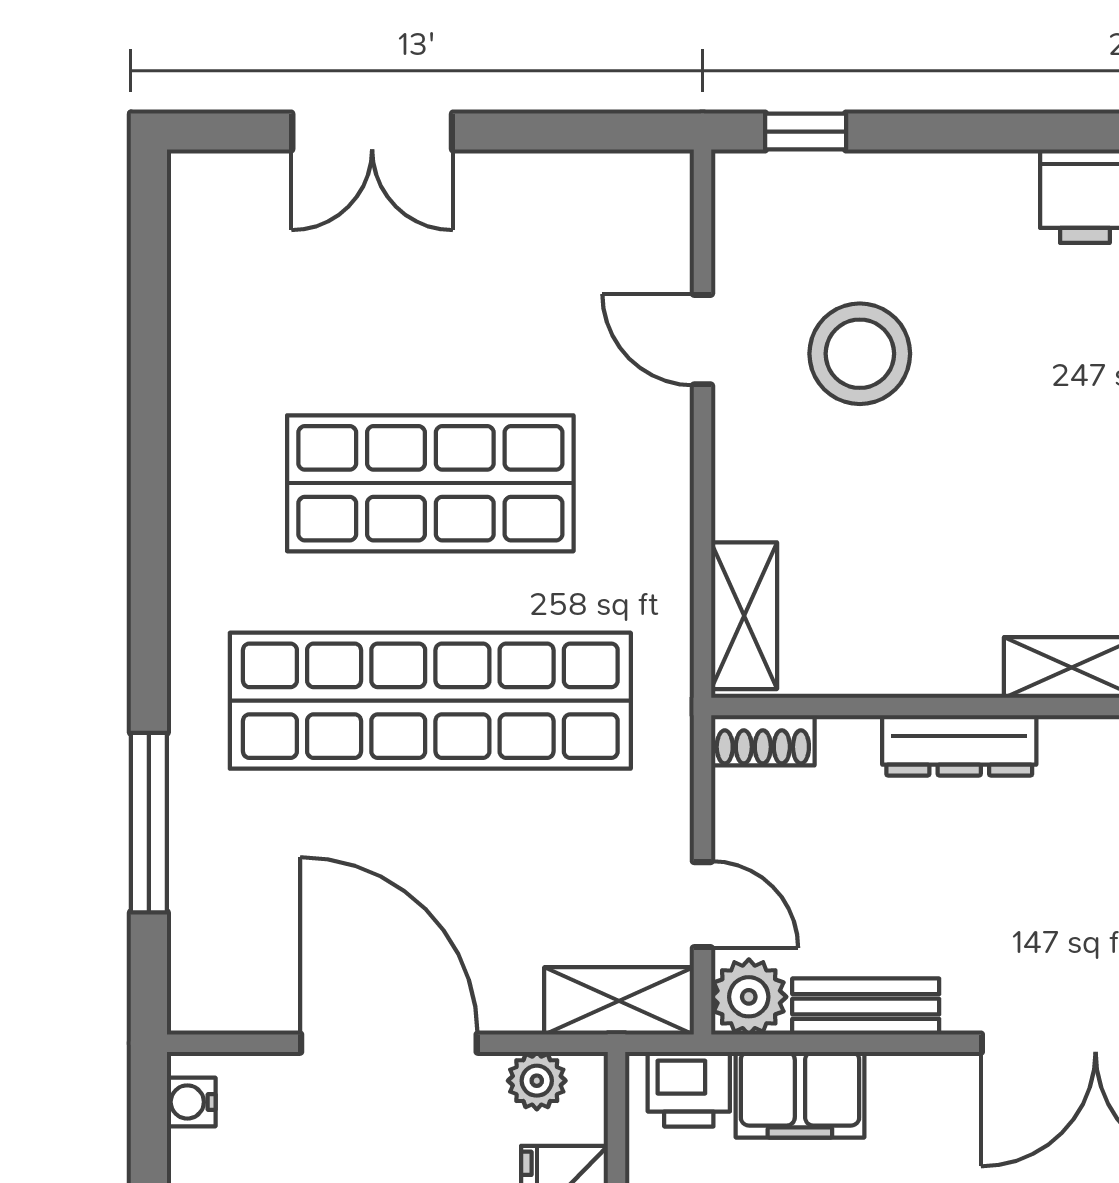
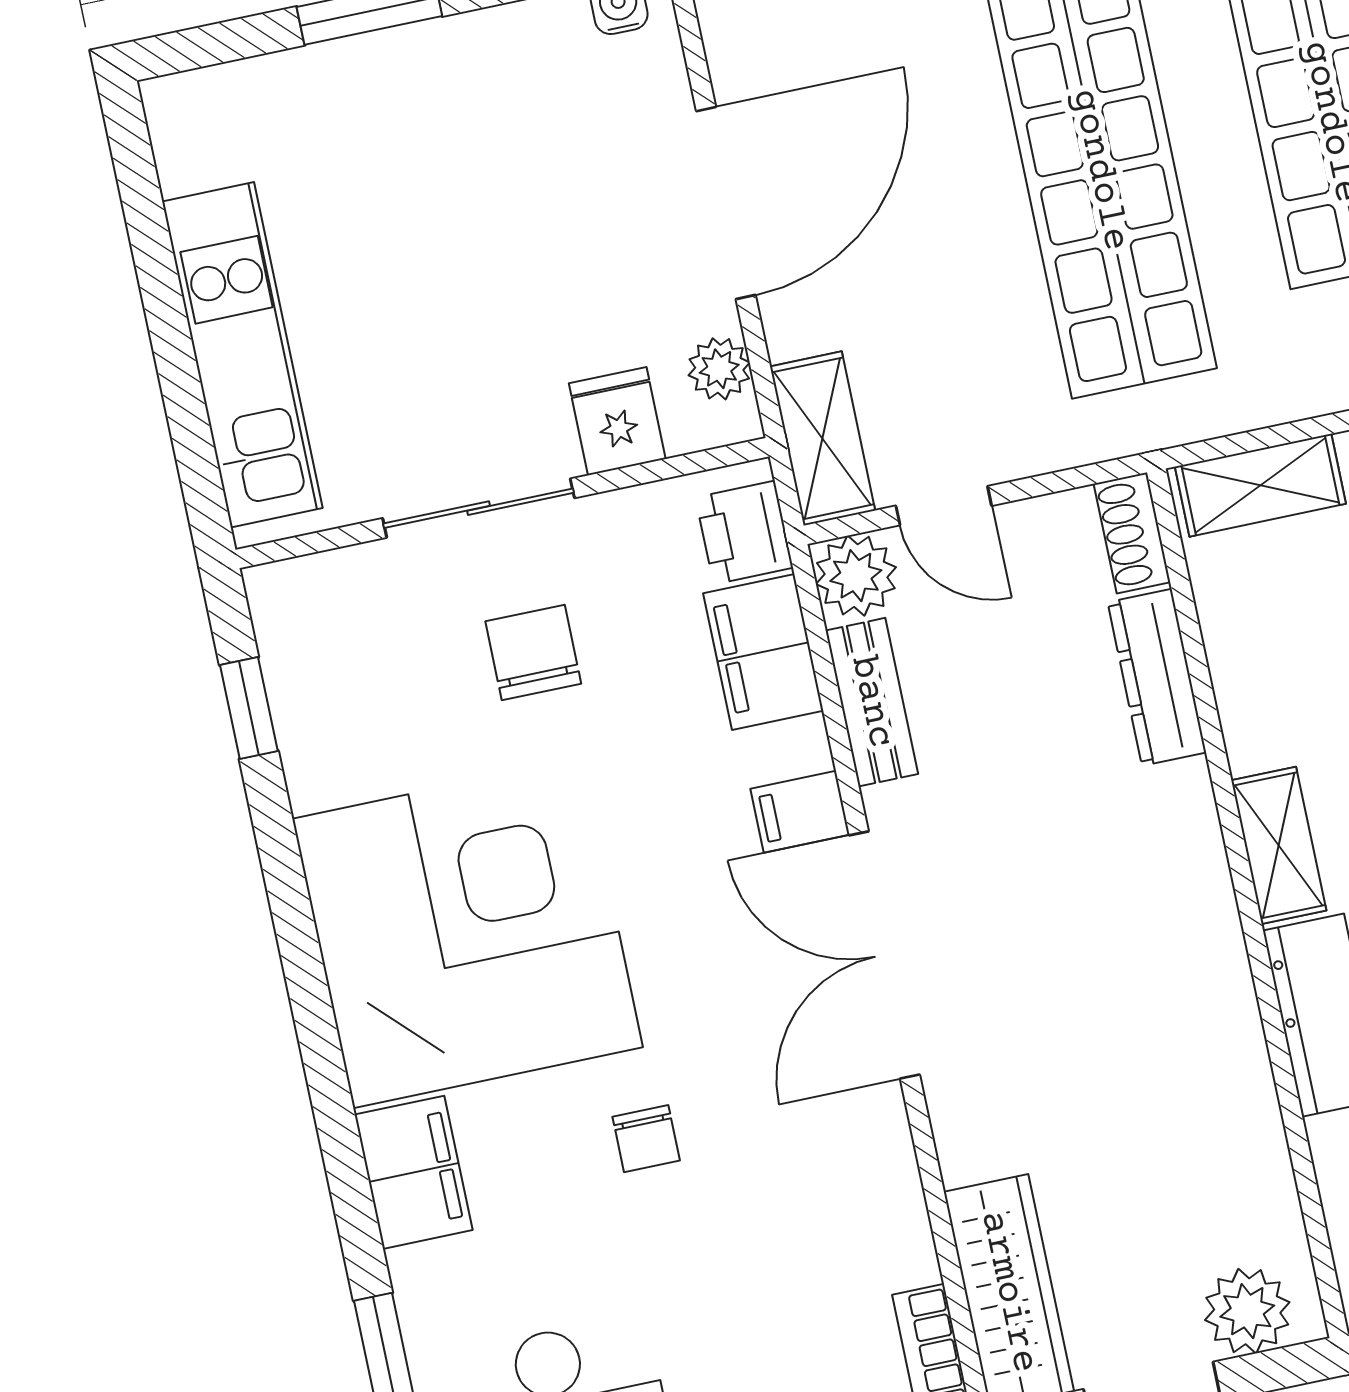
dresser: (959, 745) -> (1157, 677), moved
door: (702, 905) -> (944, 506), hinge flipped
filing cabinet: (951, 1092) -> (800, 812), added

